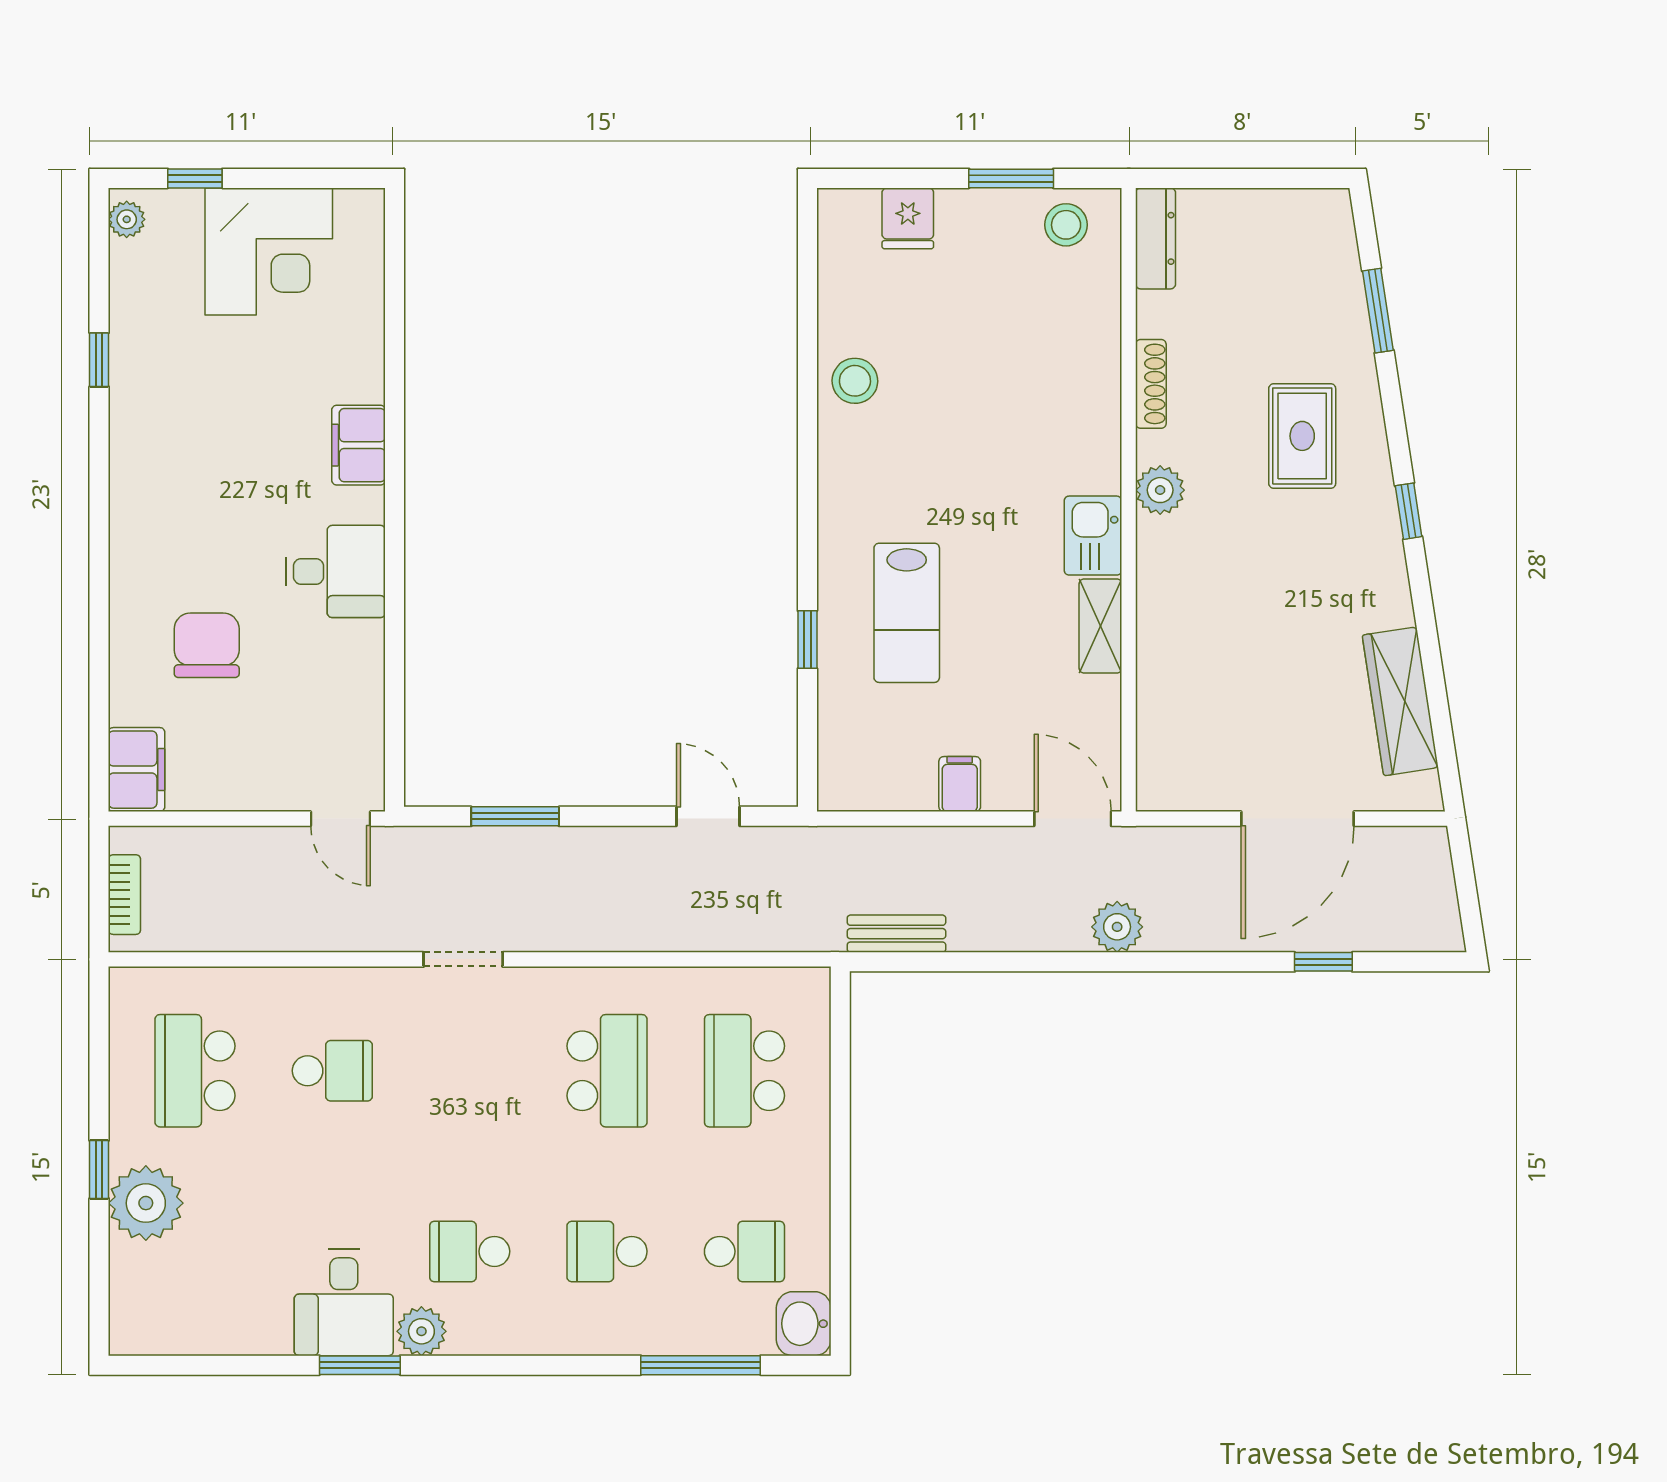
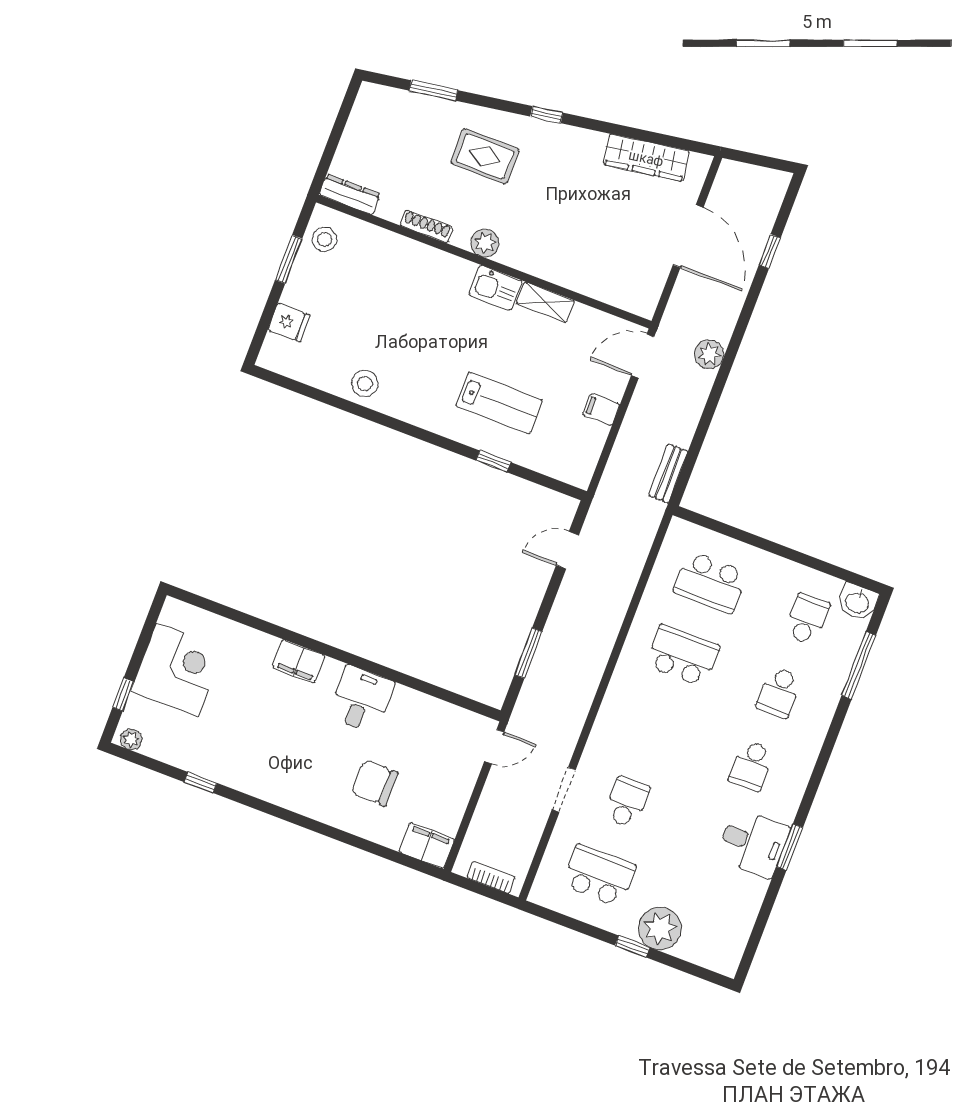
doorway: (463, 959) -> (564, 790), moved
school desk: (195, 1071) -> (599, 875), turned 180
plant: (421, 1331) -> (784, 807), removed

